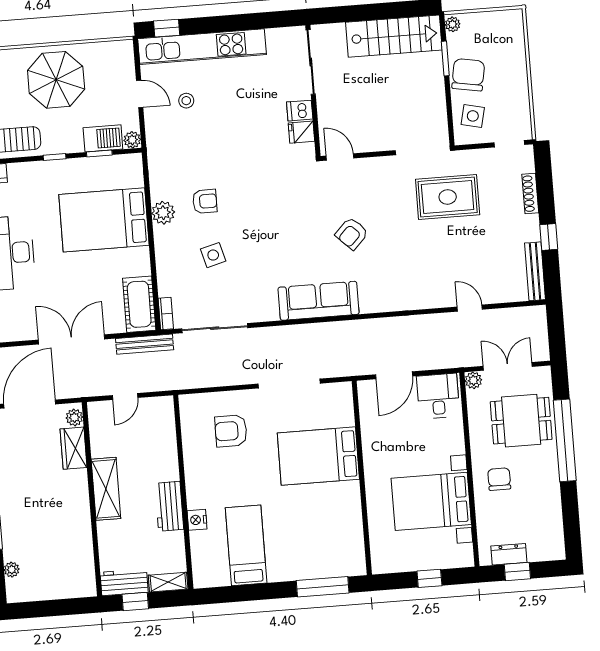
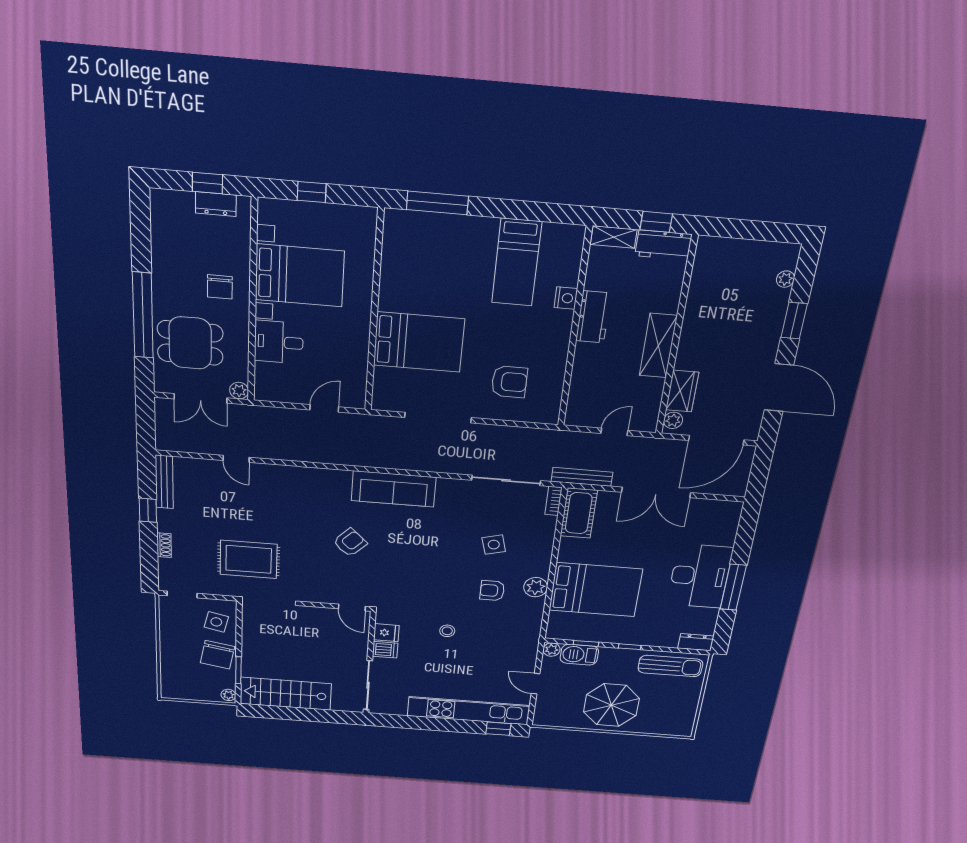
stool: (186, 101) -> (447, 631), moved
shoe rack: (530, 194) -> (164, 545), width x0.70
door: (394, 375) -> (324, 408), width x0.73
desk: (438, 396) -> (279, 342), moved, turned 90

